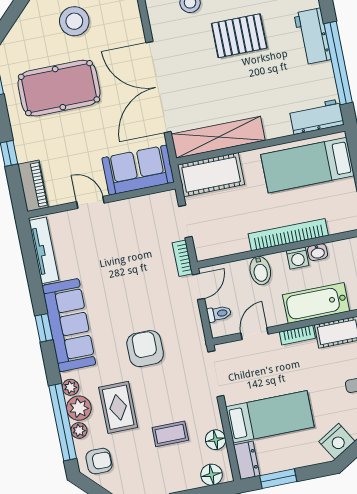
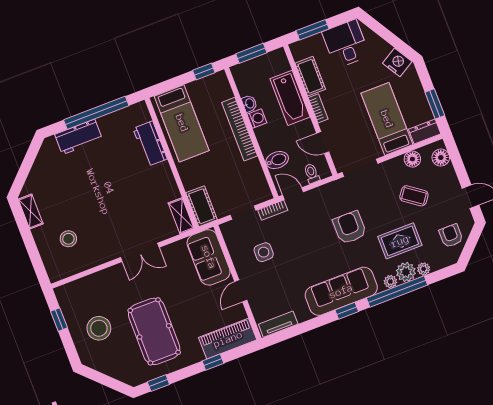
pallet: (239, 36) -> (88, 195), removed
double door: (159, 87) -> (140, 252), width x0.54
workbench: (317, 117) -> (150, 144), moved
shelving: (218, 137) -> (181, 216), width x0.45, depth x0.75
cot: (211, 175) -> (202, 206), width x0.73, depth x0.75
piano: (33, 186) -> (228, 339), width x1.37, depth x1.33
side table: (133, 238) -> (264, 252), added
tv unit: (44, 250) -> (278, 324), width x0.71
bidet: (260, 271) -> (277, 160), moved
armchair: (145, 349) -> (350, 228), turned 90
window: (63, 422) -> (397, 292), moved
coffee table: (170, 434) -> (414, 196), turned -54
armchair: (99, 461) -> (451, 236), moved

